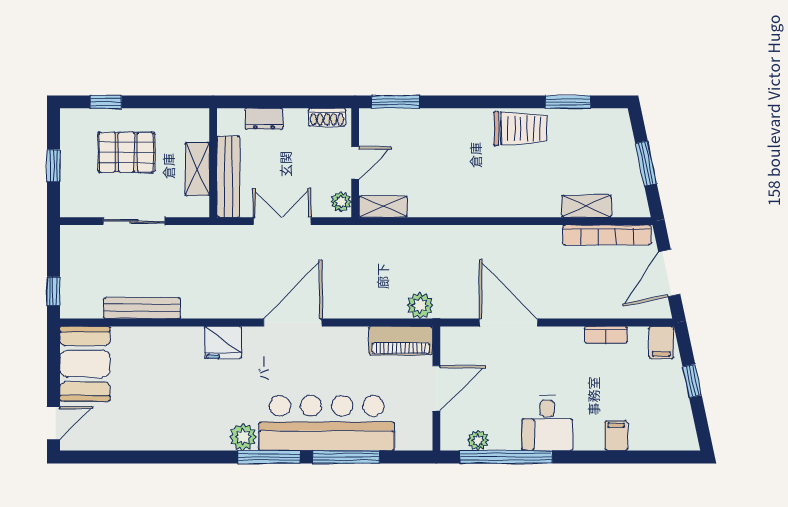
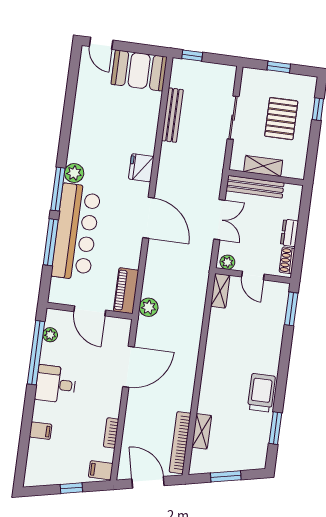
dresser: (264, 119) -> (289, 233), moved
trolley: (520, 129) -> (261, 393), turned 180

